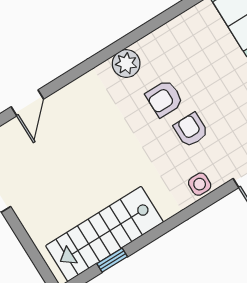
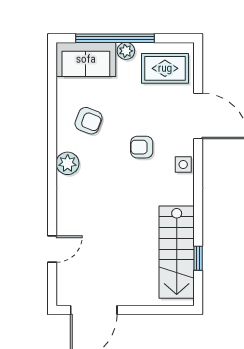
armchair: (164, 99) -> (89, 121), moved, turned -69
door: (27, 103) -> (52, 249), hinge flipped

